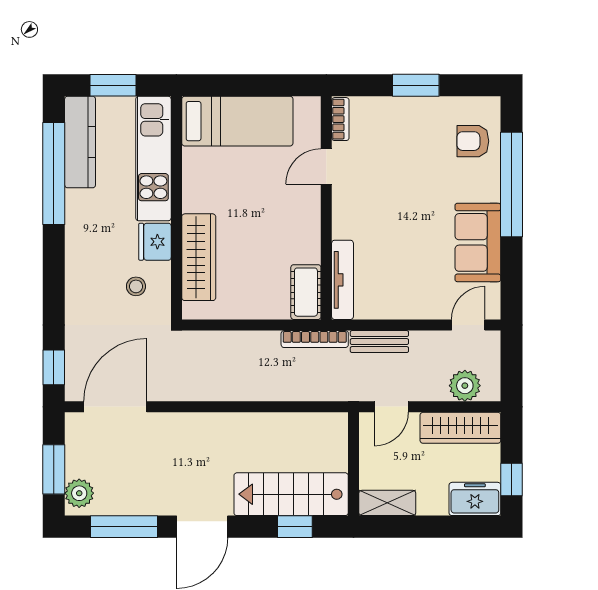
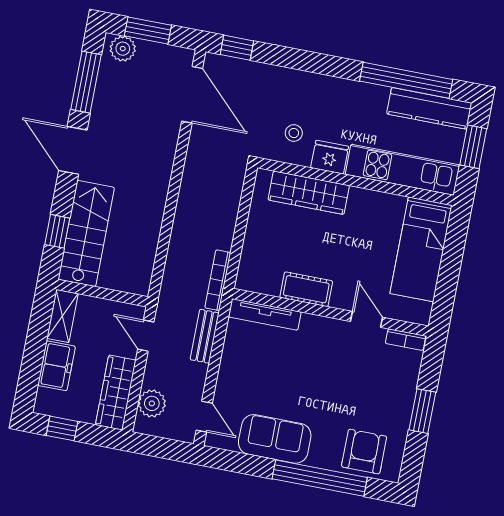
armchair: (473, 141) -> (364, 452), width x1.38, depth x1.38
cot: (306, 292) -> (306, 289), moved
freezer: (475, 499) -> (56, 366), moved

